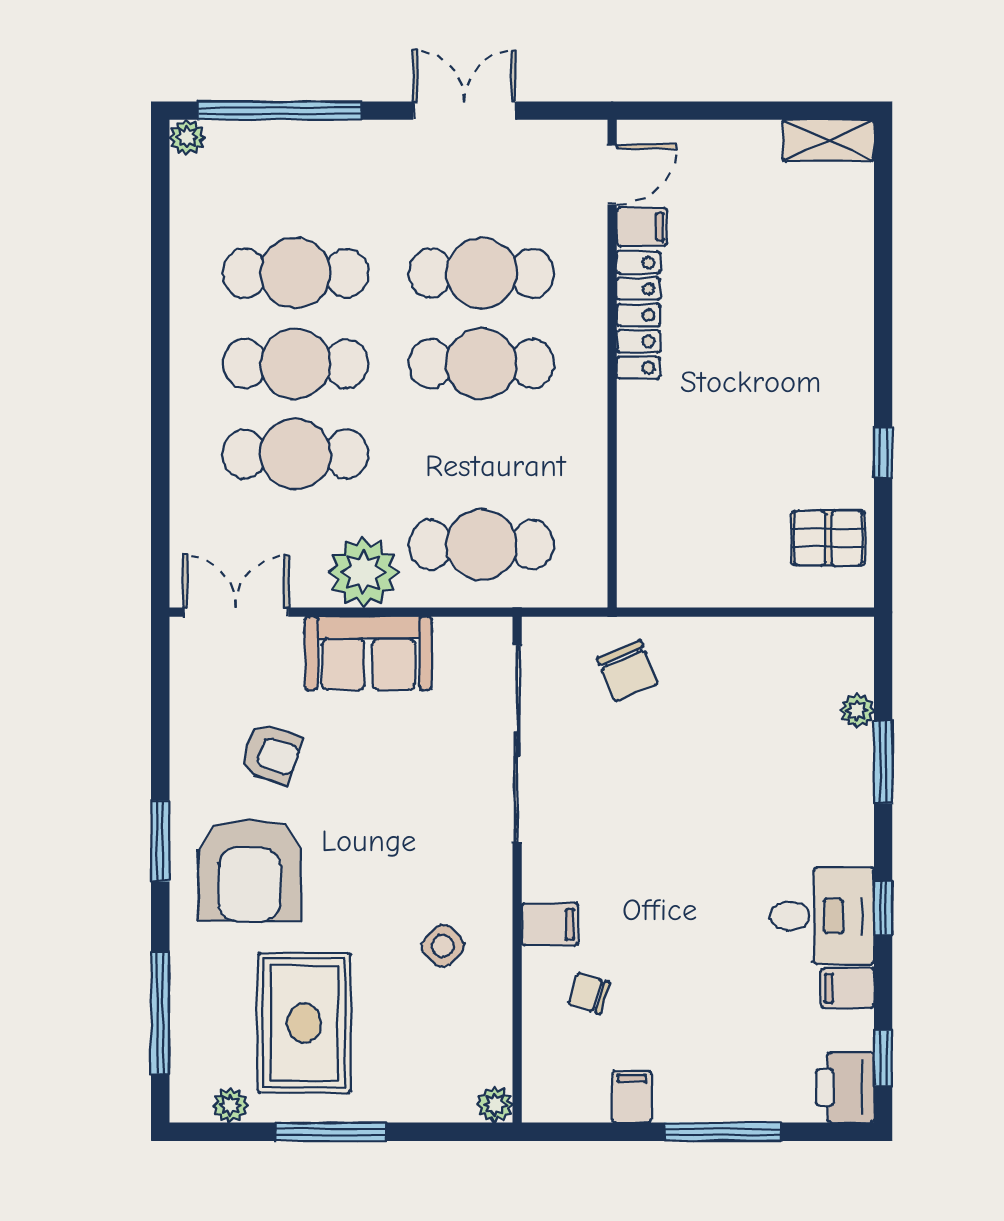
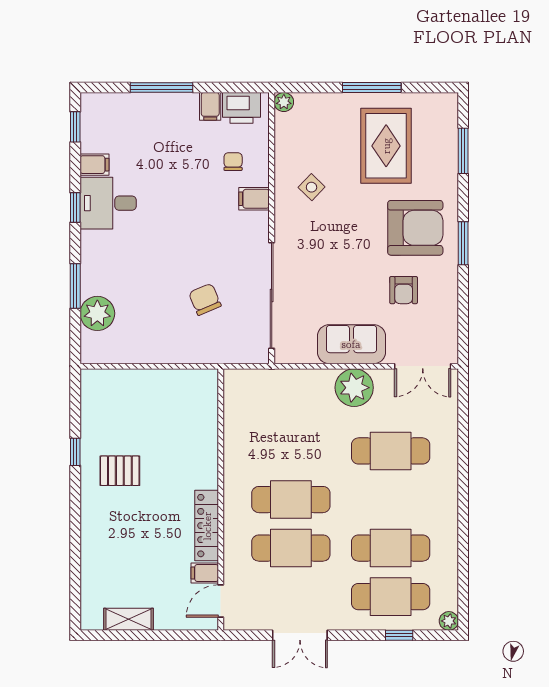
window: (280, 111) -> (399, 635), width x0.32
shelving: (828, 140) -> (129, 619), moved
cafe table: (296, 364) -> (391, 597), moved
pallet: (828, 538) -> (120, 471), moved
cafe table: (481, 545) -> (291, 402), removed
chair: (628, 671) -> (205, 299), moved
plant: (857, 711) -> (97, 313), width x1.88, depth x1.88
armchair: (271, 754) -> (404, 290), turned -108
armchair: (249, 870) -> (415, 228), turned 90
chair: (589, 993) -> (233, 162), turned -107
window: (160, 1013) -> (463, 151), width x0.69
printer: (845, 1088) -> (241, 108), moved, turned 90
plant: (230, 1105) -> (426, 102), removed

